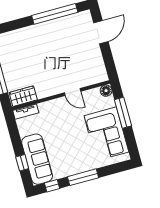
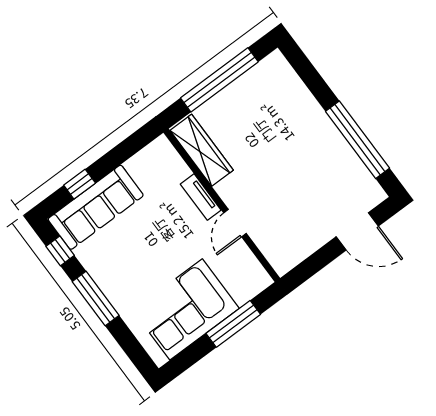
floor lamp: (106, 91) -> (260, 280), removed
wardrobe: (23, 96) -> (202, 150), width x1.50
tv unit: (26, 112) -> (201, 197), moved

